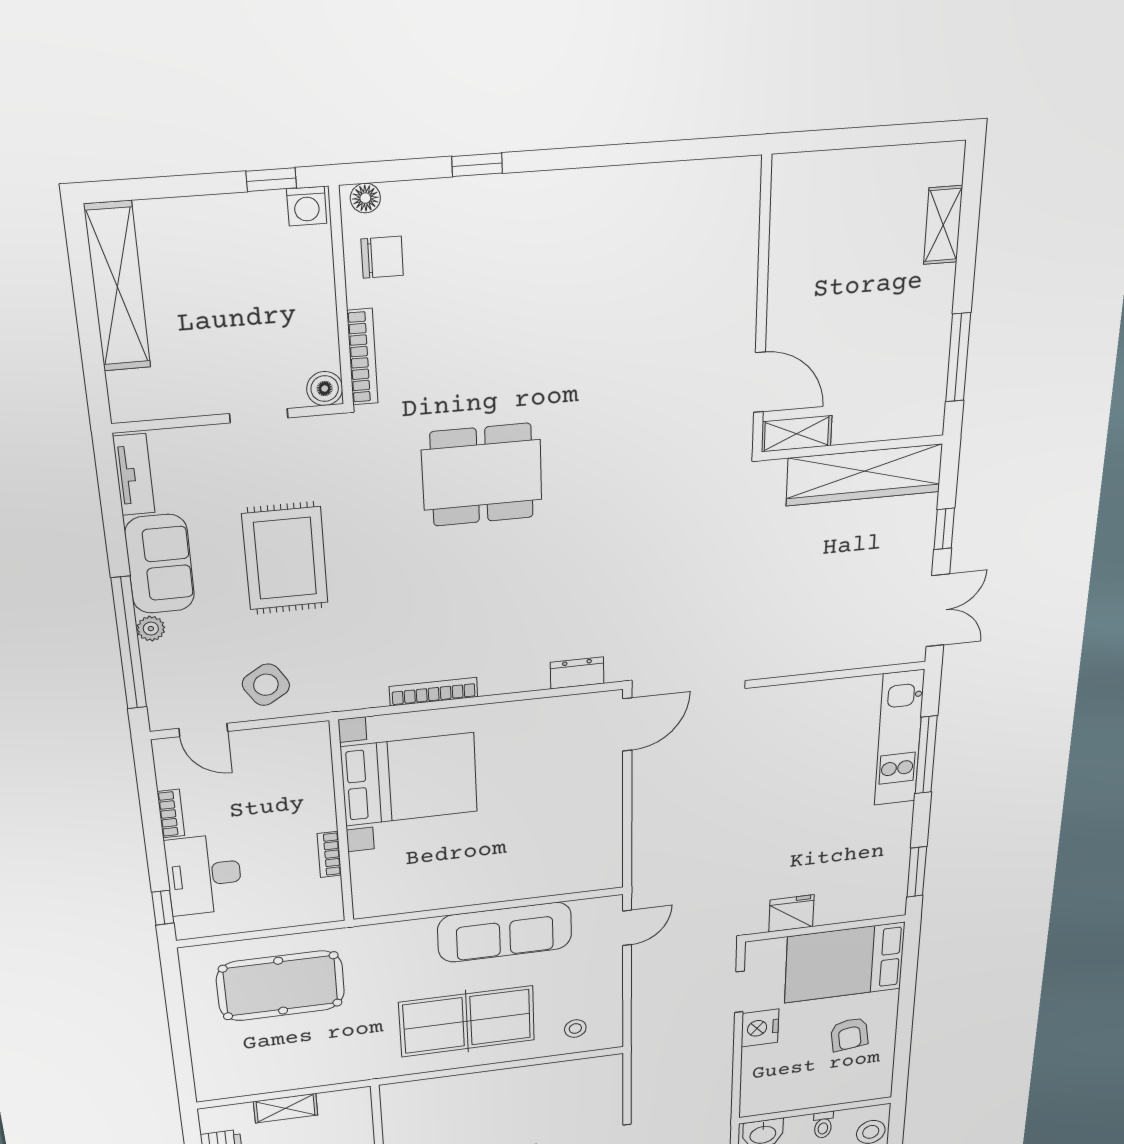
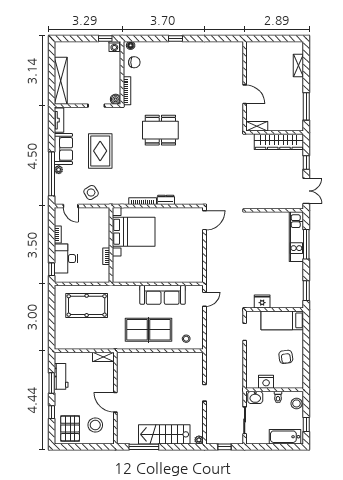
window: (477, 165) -> (175, 38), moved
shelving: (118, 287) -> (61, 81), moved
door: (759, 382) -> (245, 94), moved
dresser: (577, 673) -> (166, 200), moved
bed: (845, 963) -> (282, 320), width x0.67
nightstand: (760, 1028) -> (266, 382), moved, turned -90
shelving: (286, 1108) -> (103, 357), moved

